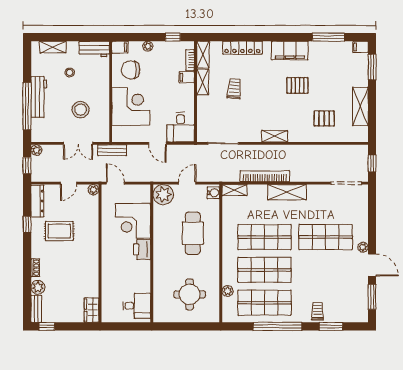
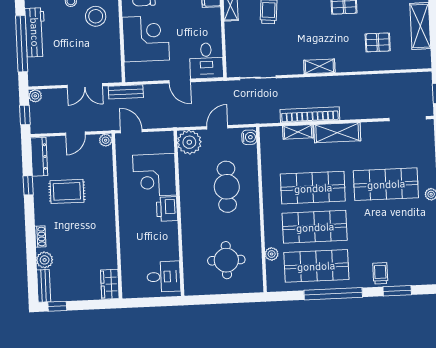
stool: (81, 110) -> (96, 16), moved
shelving: (235, 190) -> (298, 132), moved

